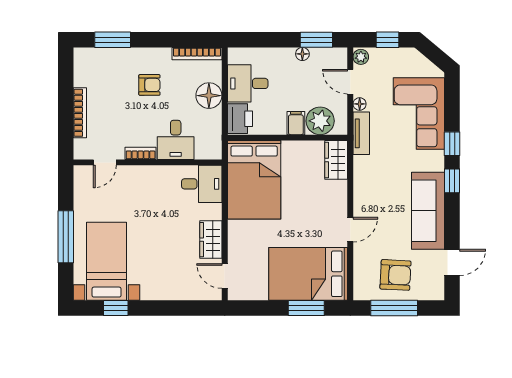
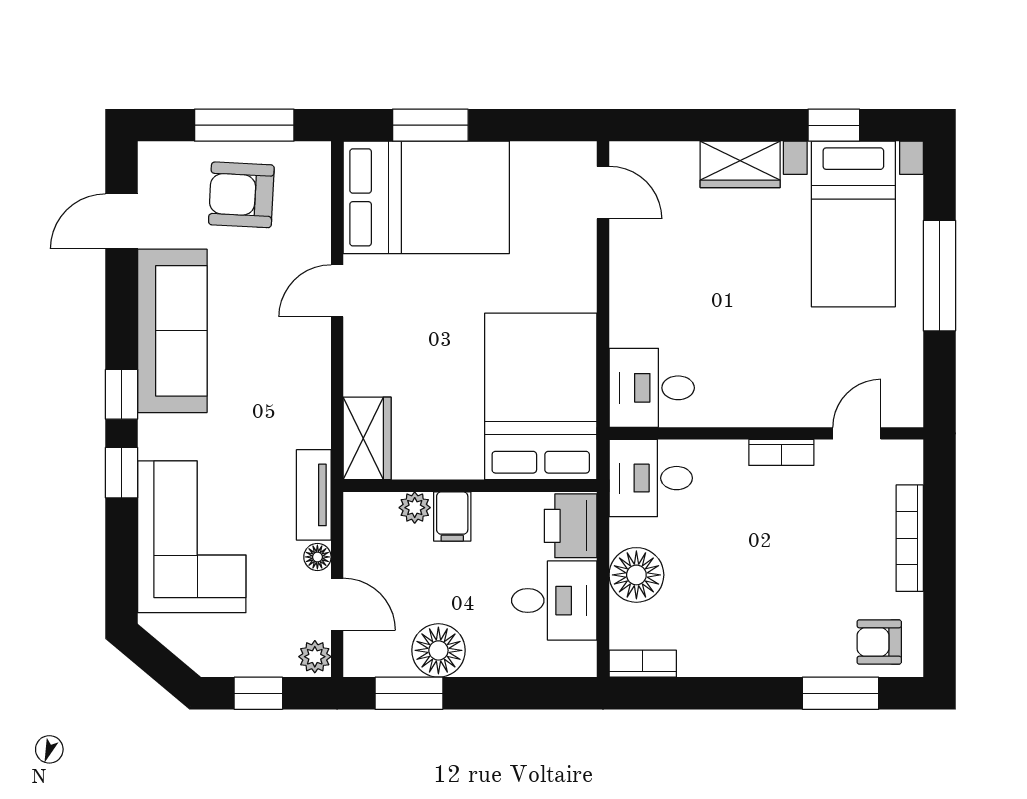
bookcase: (197, 54) -> (643, 664), width x0.64
floor lamp: (302, 54) -> (438, 650), width x1.89, depth x1.89
armchair: (149, 85) -> (879, 642), moved
plant: (320, 121) -> (415, 508), width x0.53, depth x0.53
desk: (176, 140) -> (651, 478), moved, turned -90
wardrobe: (211, 240) -> (740, 164), moved, turned 90

